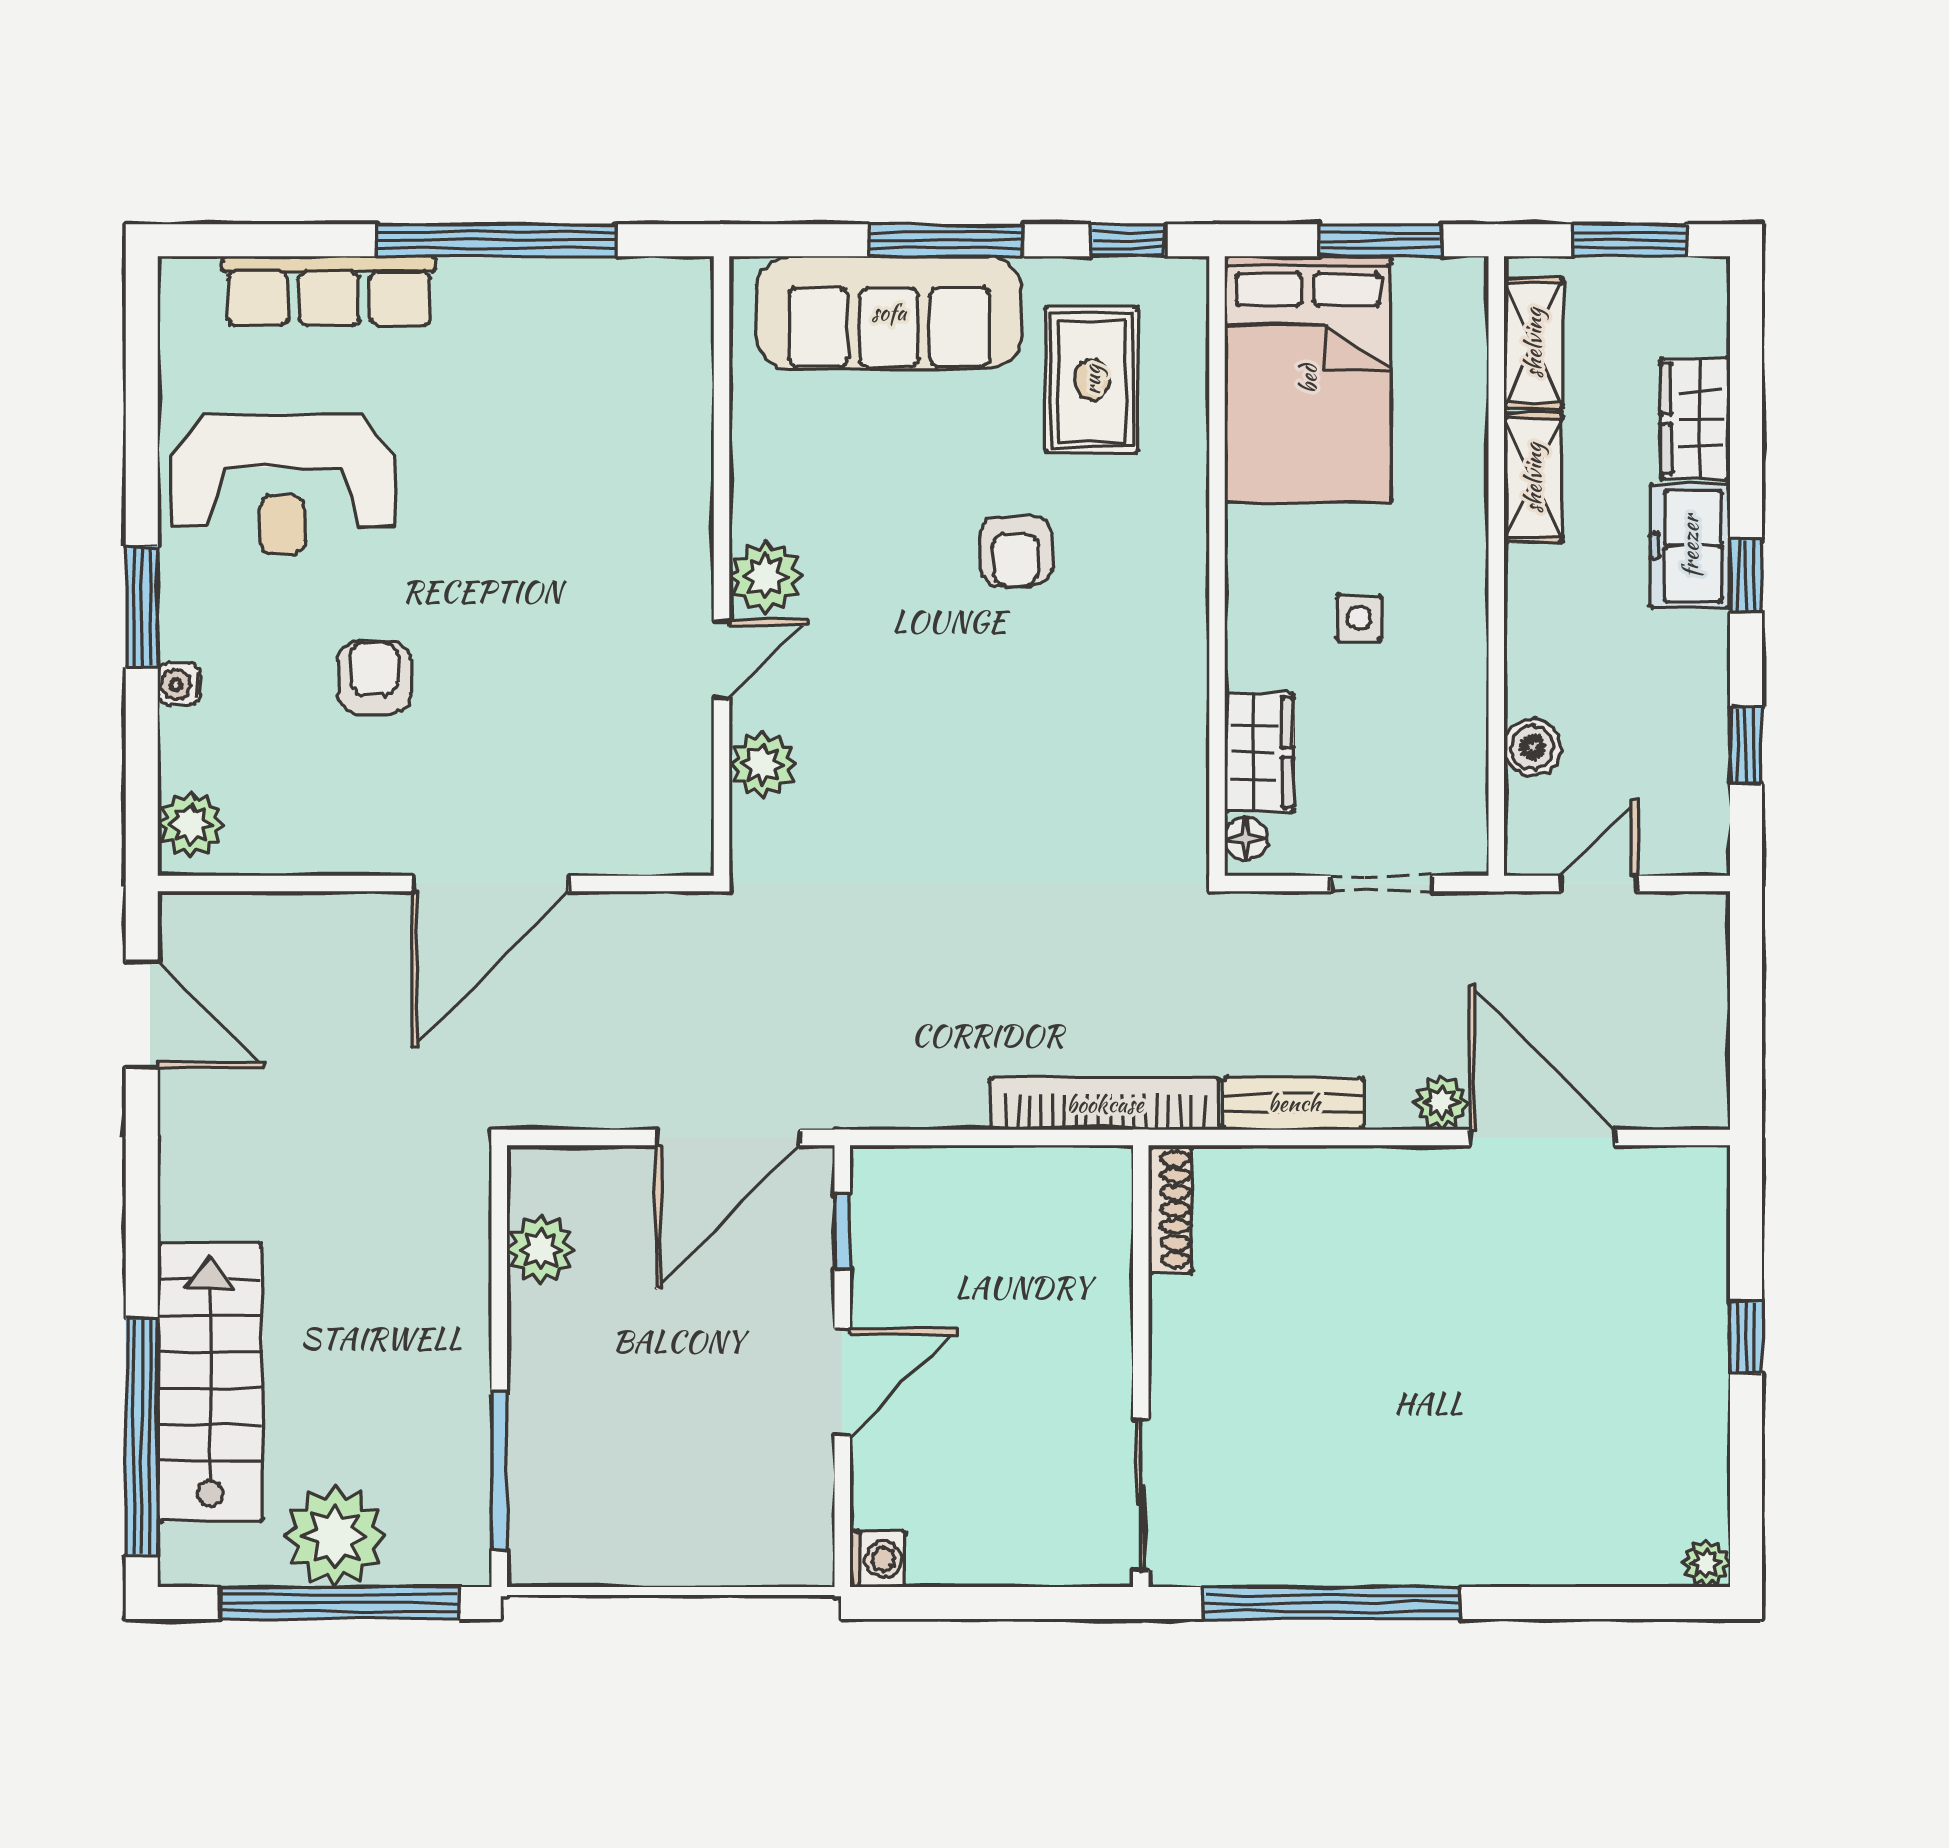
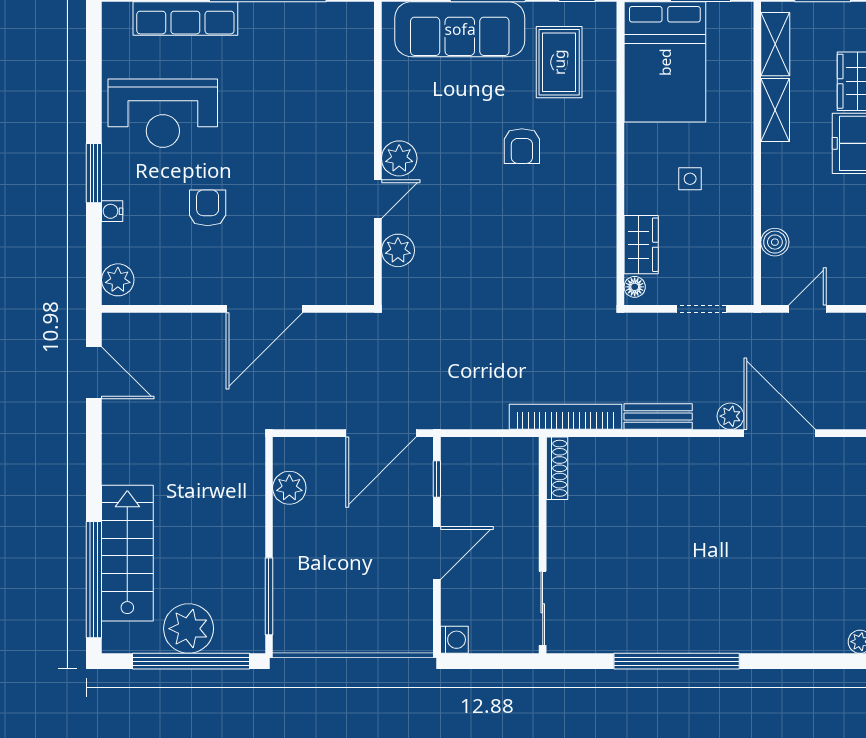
shoe rack: (1170, 1209) -> (557, 468), moved
wall: (1141, 1366) -> (543, 545), moved
sliding door: (1141, 1495) -> (543, 608), moved

